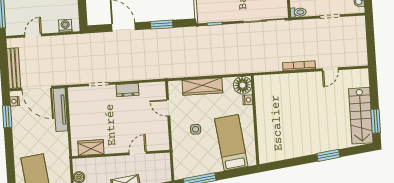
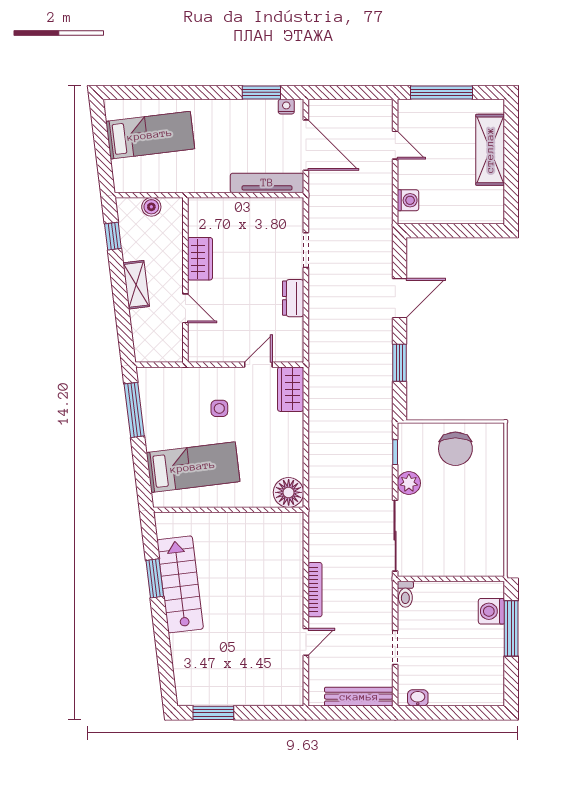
plant: (232, 14) -> (409, 483), added
bench: (14, 68) -> (359, 697), moved
door: (330, 69) -> (306, 642), swing flipped
wardrobe: (202, 87) -> (291, 389), moved, width x0.67
door: (37, 88) -> (306, 145), swing flipped
nightstand: (248, 100) -> (263, 500), removed
stairs: (361, 116) -> (180, 584), moved, turned 83
wardrobe: (91, 148) -> (200, 259), moved
window: (328, 155) -> (155, 578), moved

